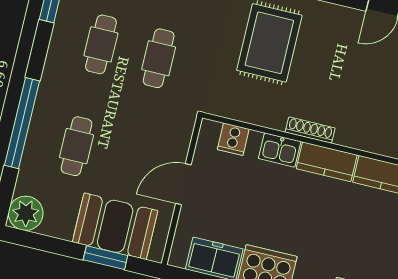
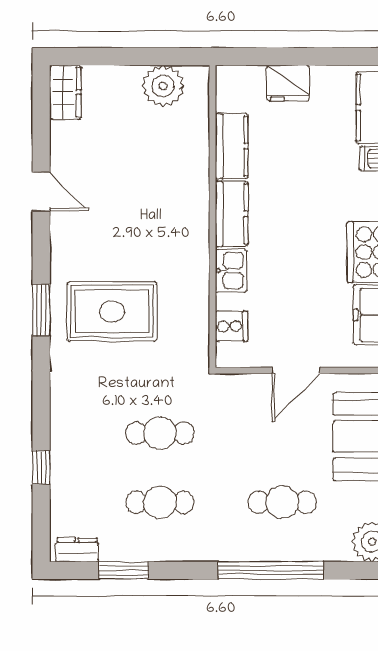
shoe rack: (310, 130) -> (200, 241), removed
door: (183, 184) -> (296, 371), hinge flipped

